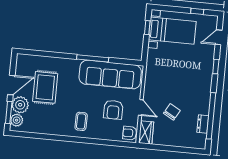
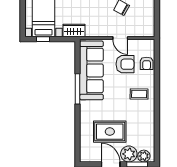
door: (141, 108) -> (120, 38), swing flipped
wardrobe: (146, 132) -> (74, 31), moved
armchair: (130, 133) -> (147, 63), moved

